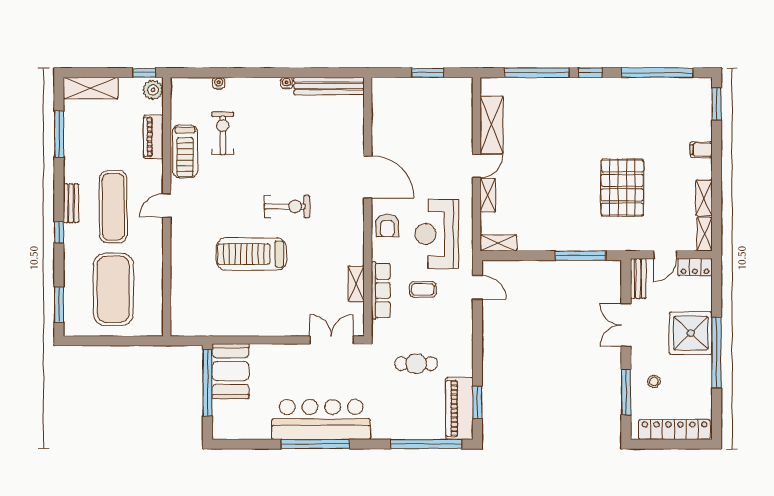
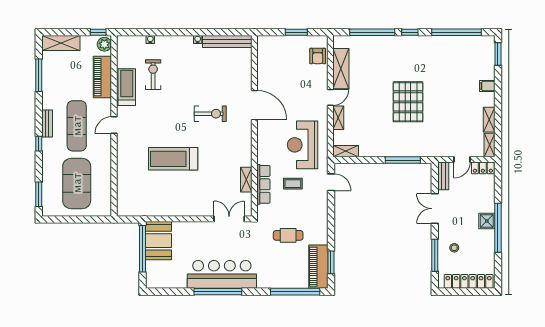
piano: (153, 137) -> (102, 77), width x1.37, depth x1.33
treadmill: (185, 151) -> (127, 87), turned 180
pallet: (622, 188) -> (408, 102), moved
exercise bike: (287, 207) -> (210, 114), moved
armchair: (387, 225) -> (318, 56), moved
shower: (691, 333) -> (487, 221), width x0.54, depth x0.54

